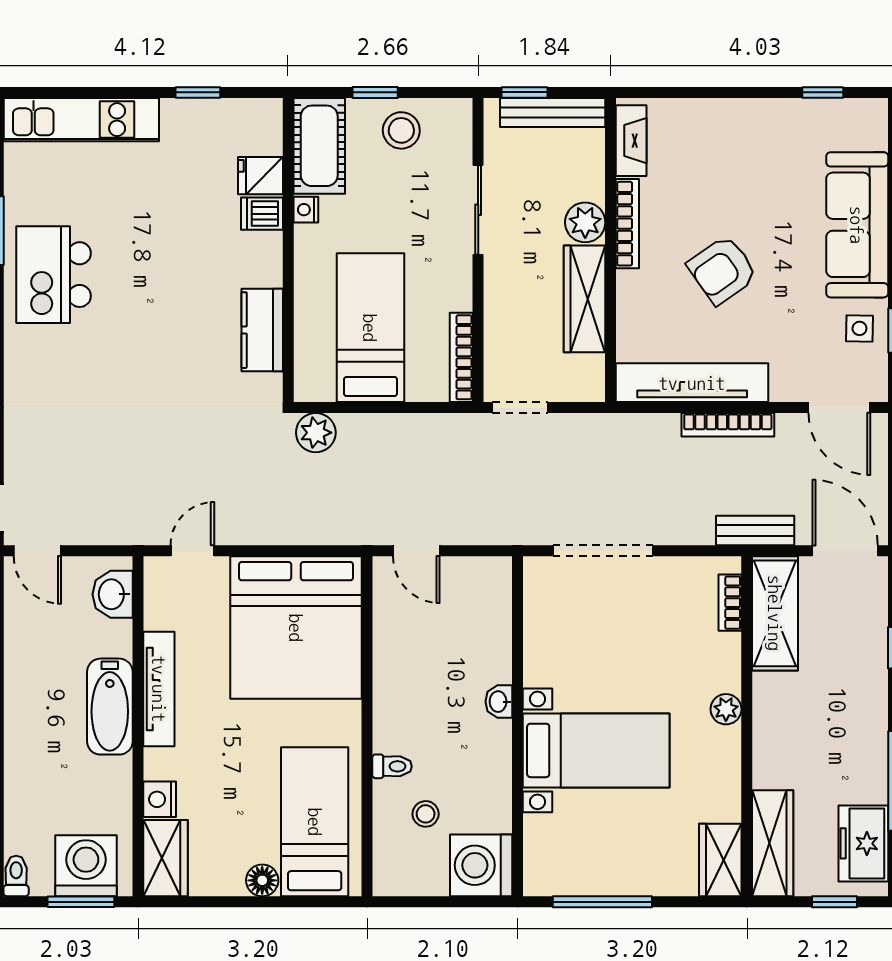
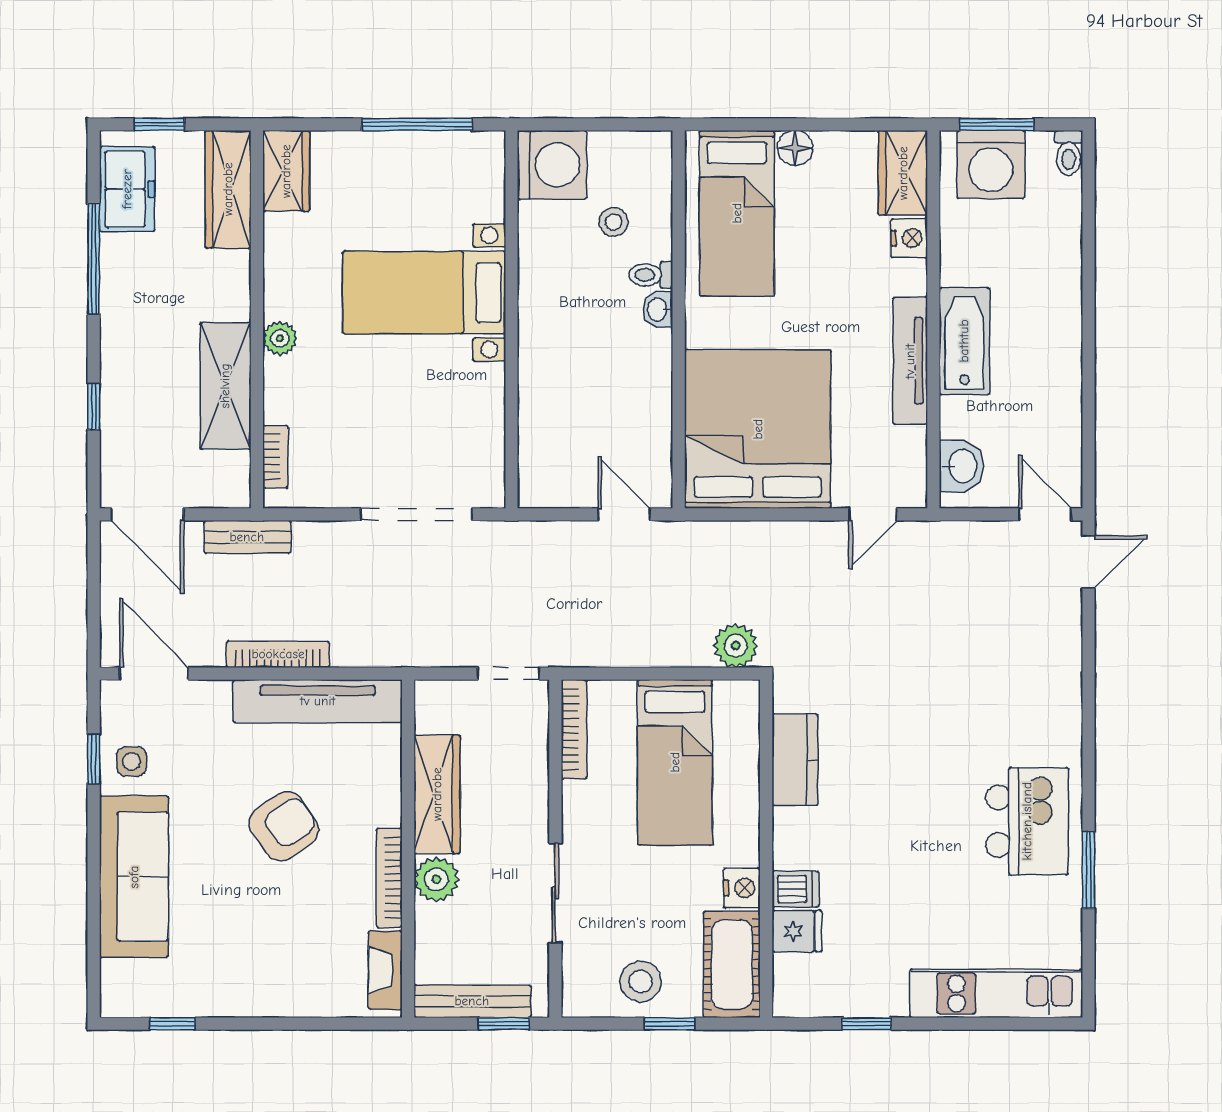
nightstand: (306, 210) -> (742, 888), width x1.39, depth x1.35
shelving: (775, 613) -> (225, 386), moved
washbasin: (499, 702) -> (658, 310), moved, turned 180

